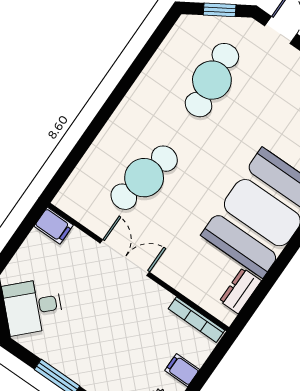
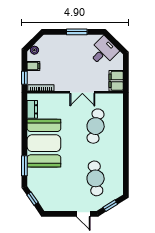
filing cabinet: (54, 226) -> (116, 81), width x2.00
window: (214, 360) -> (24, 78), added

